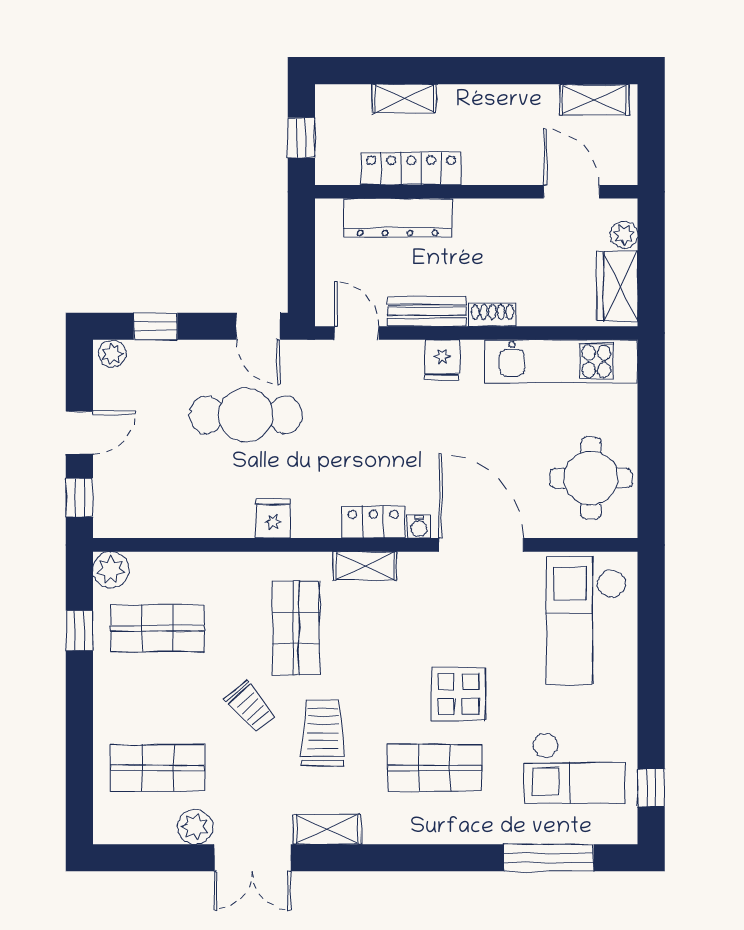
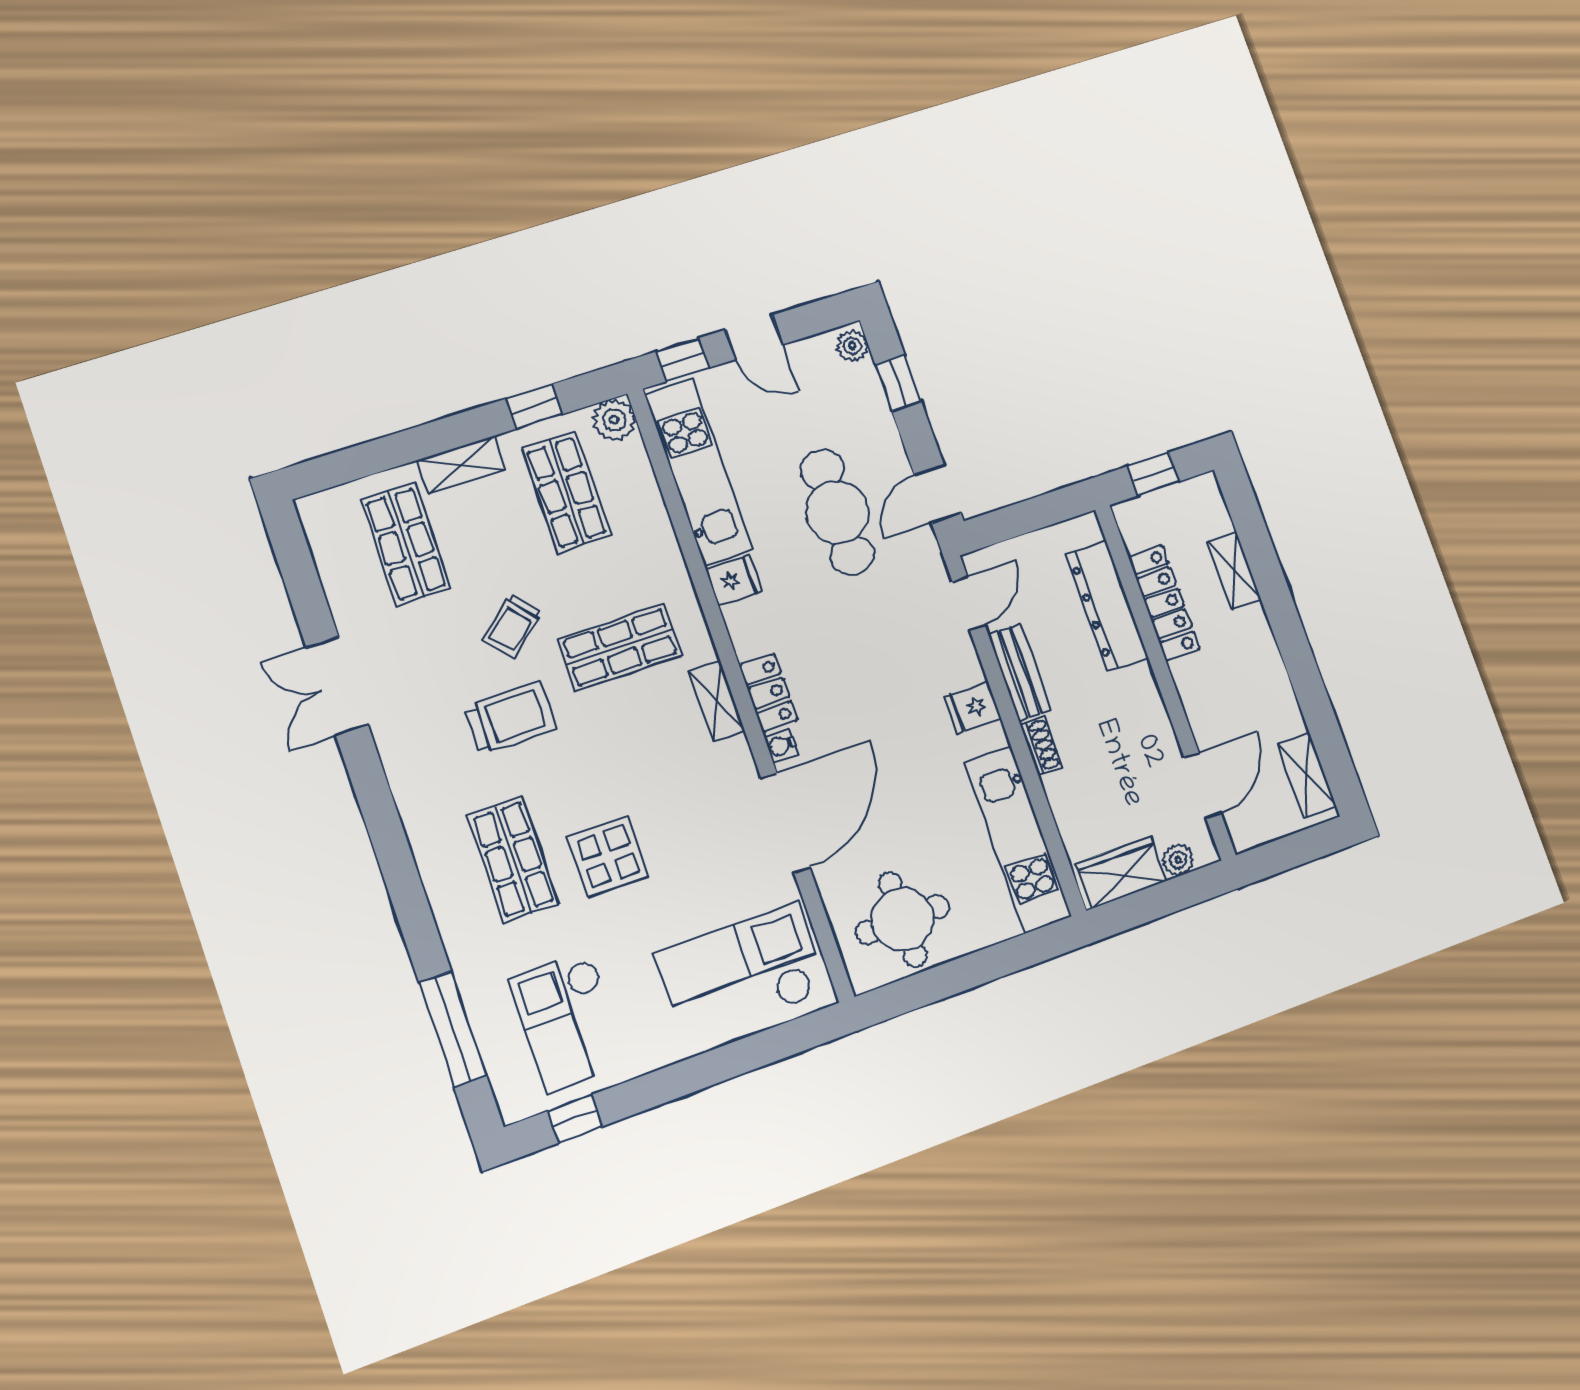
kitchen unit: (176, 516) -> (699, 472), added
plant: (195, 827) -> (352, 609), removed
shelving: (327, 829) -> (461, 465), moved, turned 90

